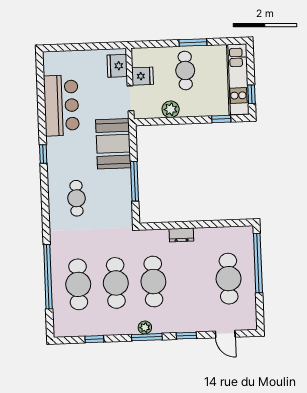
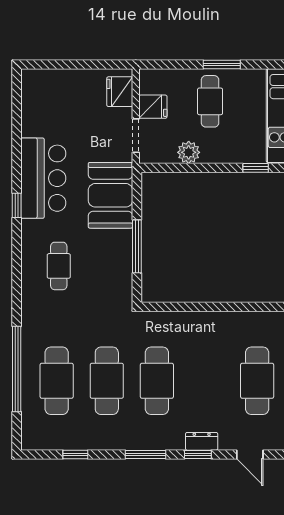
bar counter: (61, 105) -> (43, 178), moved
dresser: (181, 235) -> (202, 441), moved, turned 180
plant: (145, 327) -> (143, 442), removed

